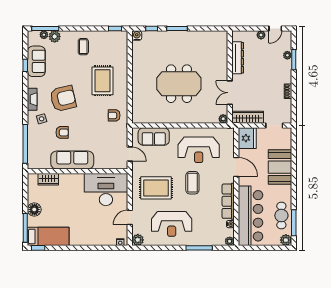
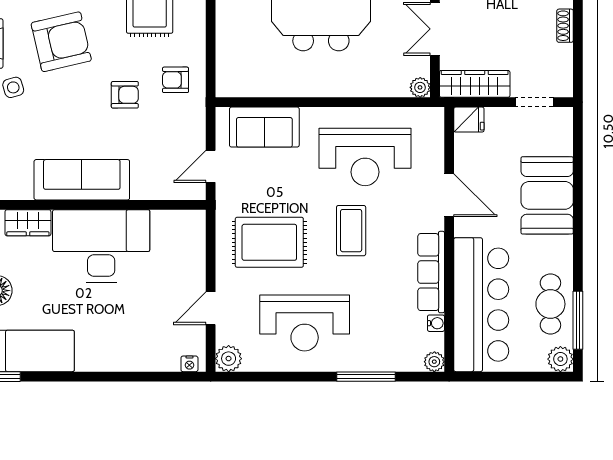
armchair: (62, 132) -> (125, 95), moved
fridge: (247, 138) -> (469, 120), width x0.53, depth x0.75
door: (130, 154) -> (211, 166), swing flipped
desk: (106, 190) -> (101, 246), moved

